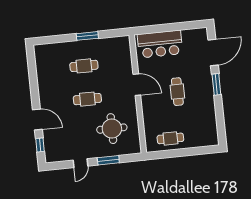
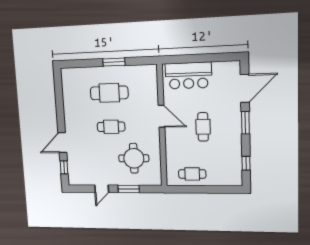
cafe table: (84, 66) -> (109, 93), width x1.37, depth x1.35
door: (37, 120) -> (62, 143), swing flipped
window: (220, 123) -> (246, 163), added

